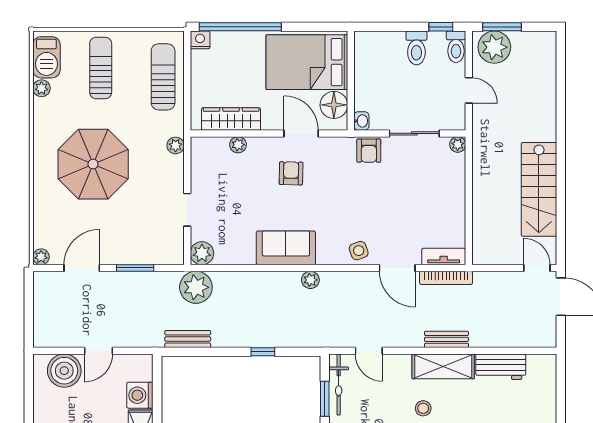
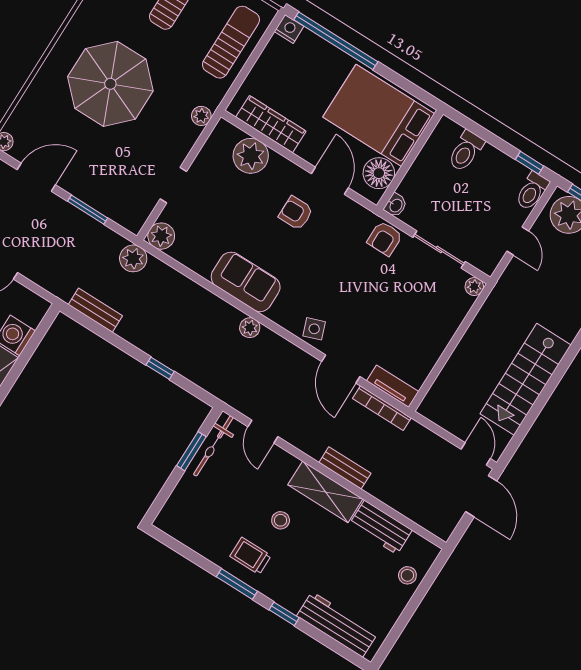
toilet: (416, 48) -> (466, 151), moved
plant: (238, 145) -> (251, 156), width x1.87, depth x1.87
armchair: (291, 173) -> (296, 213), turned -91
plant: (196, 287) -> (133, 258), width x0.73, depth x0.73
stool: (543, 390) -> (407, 575), added

